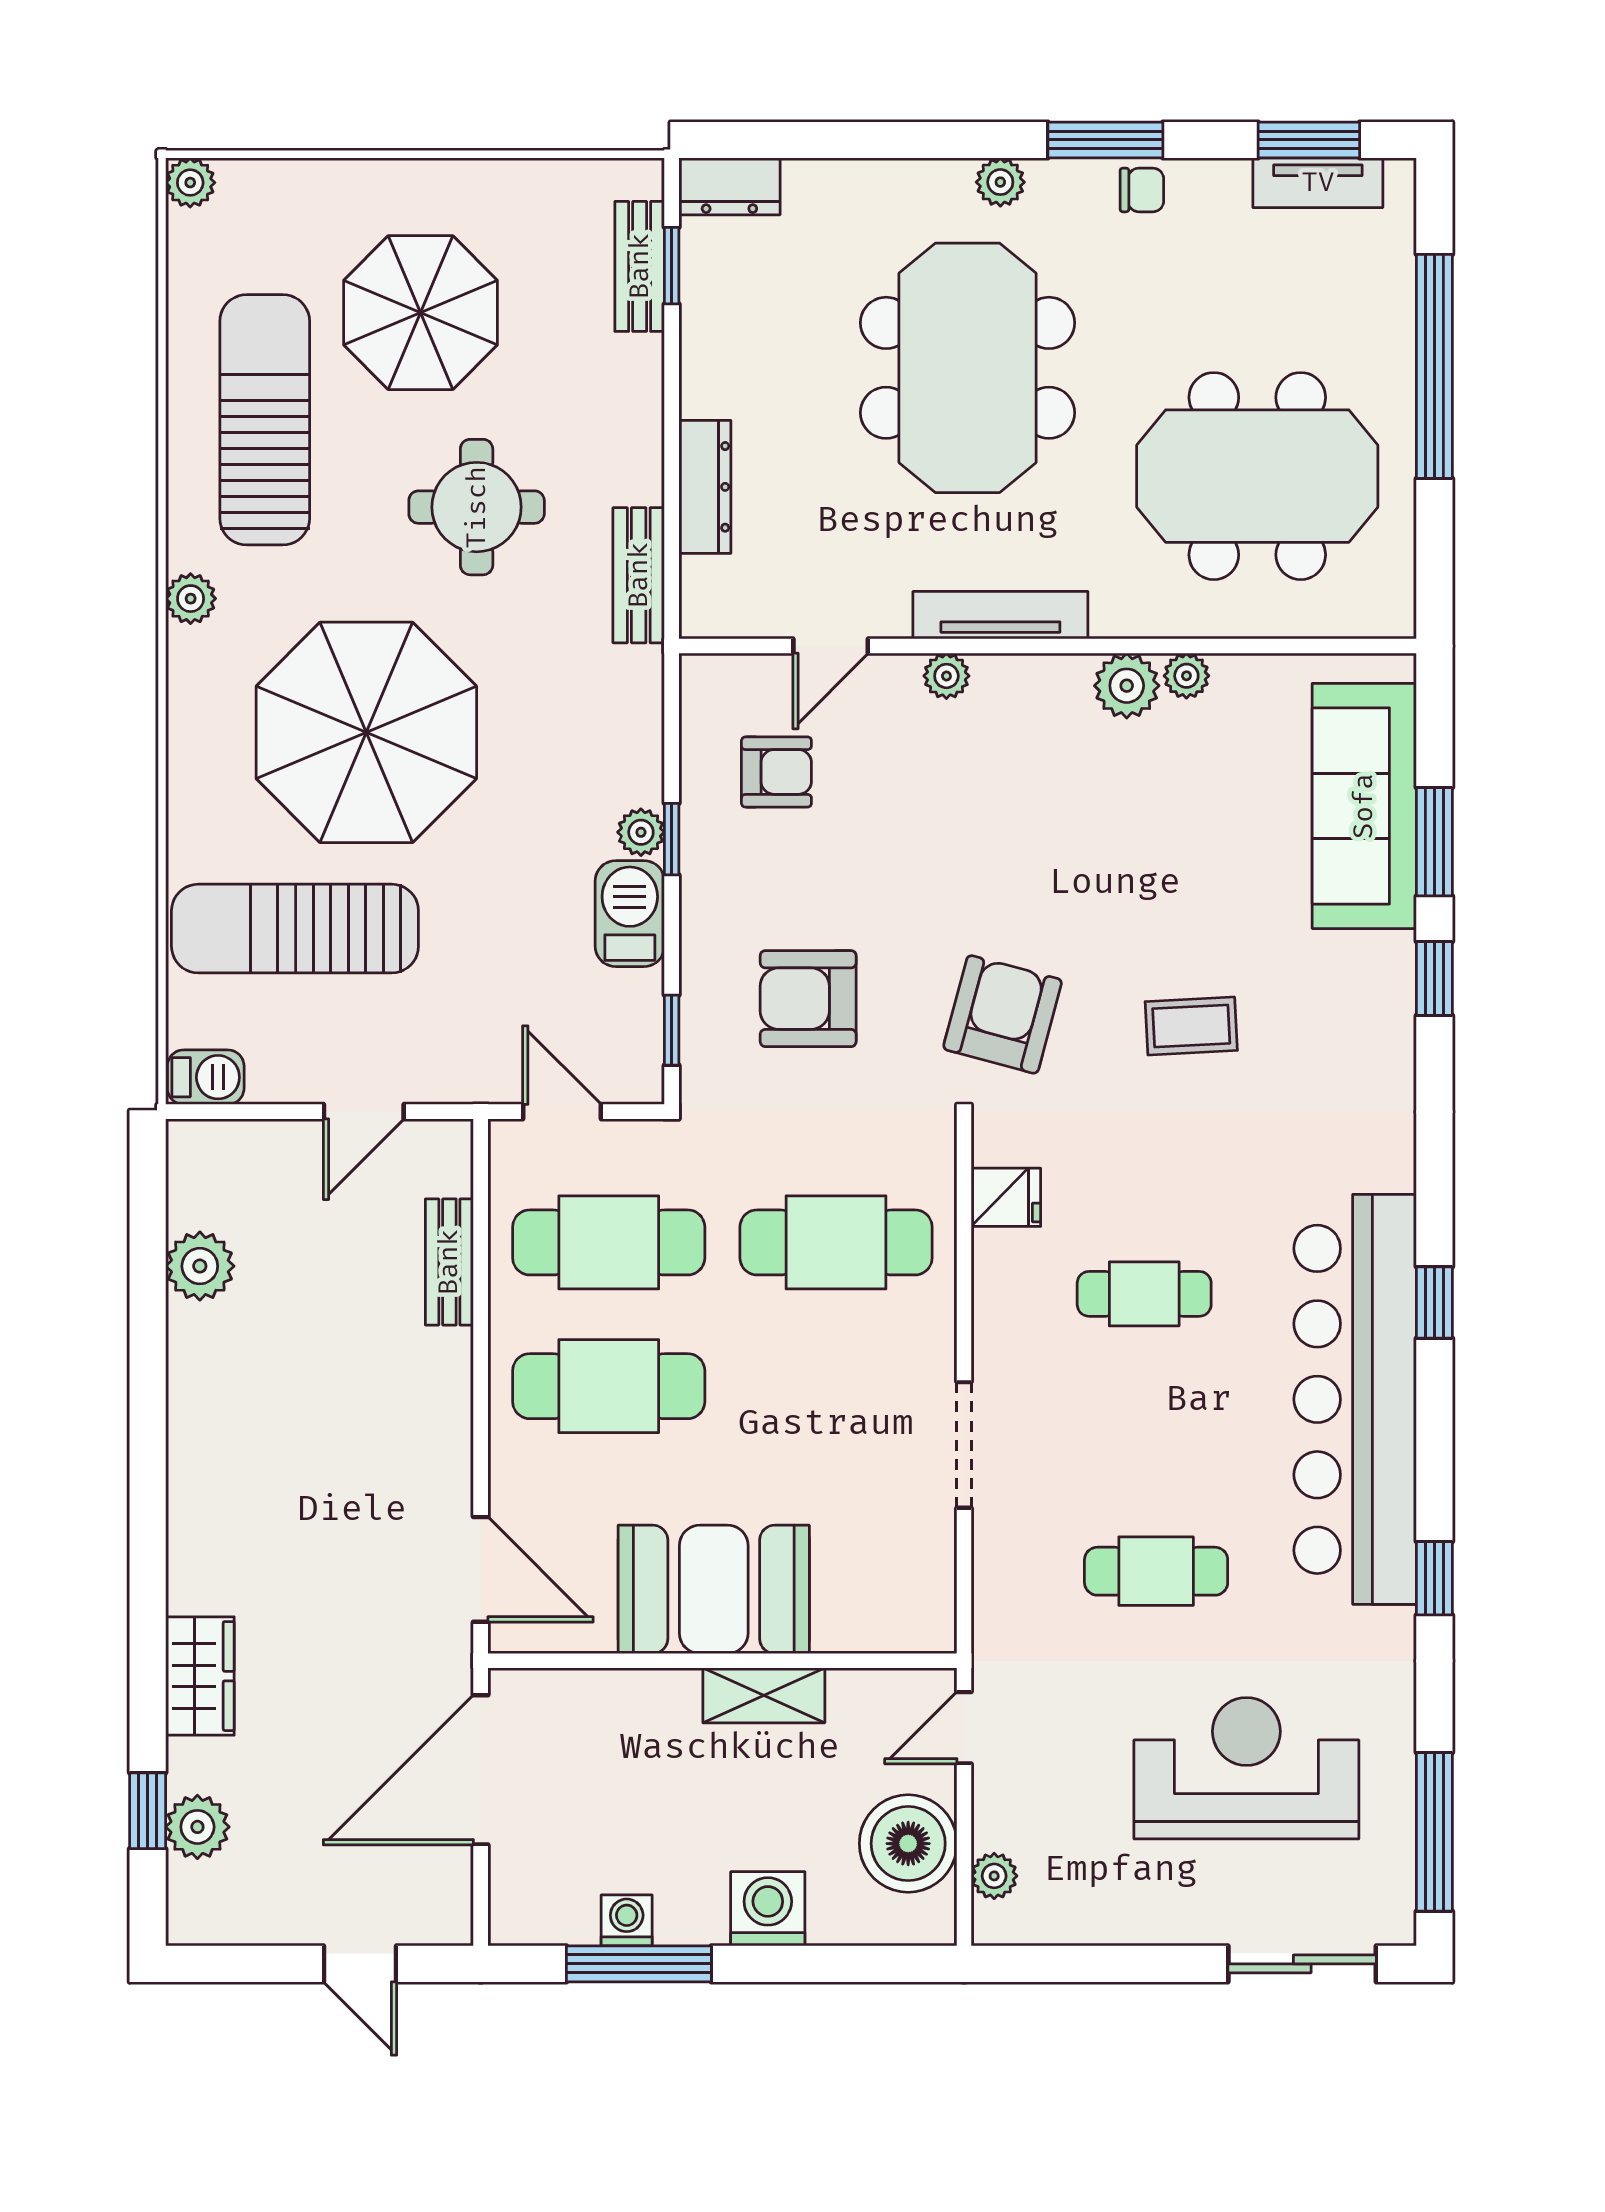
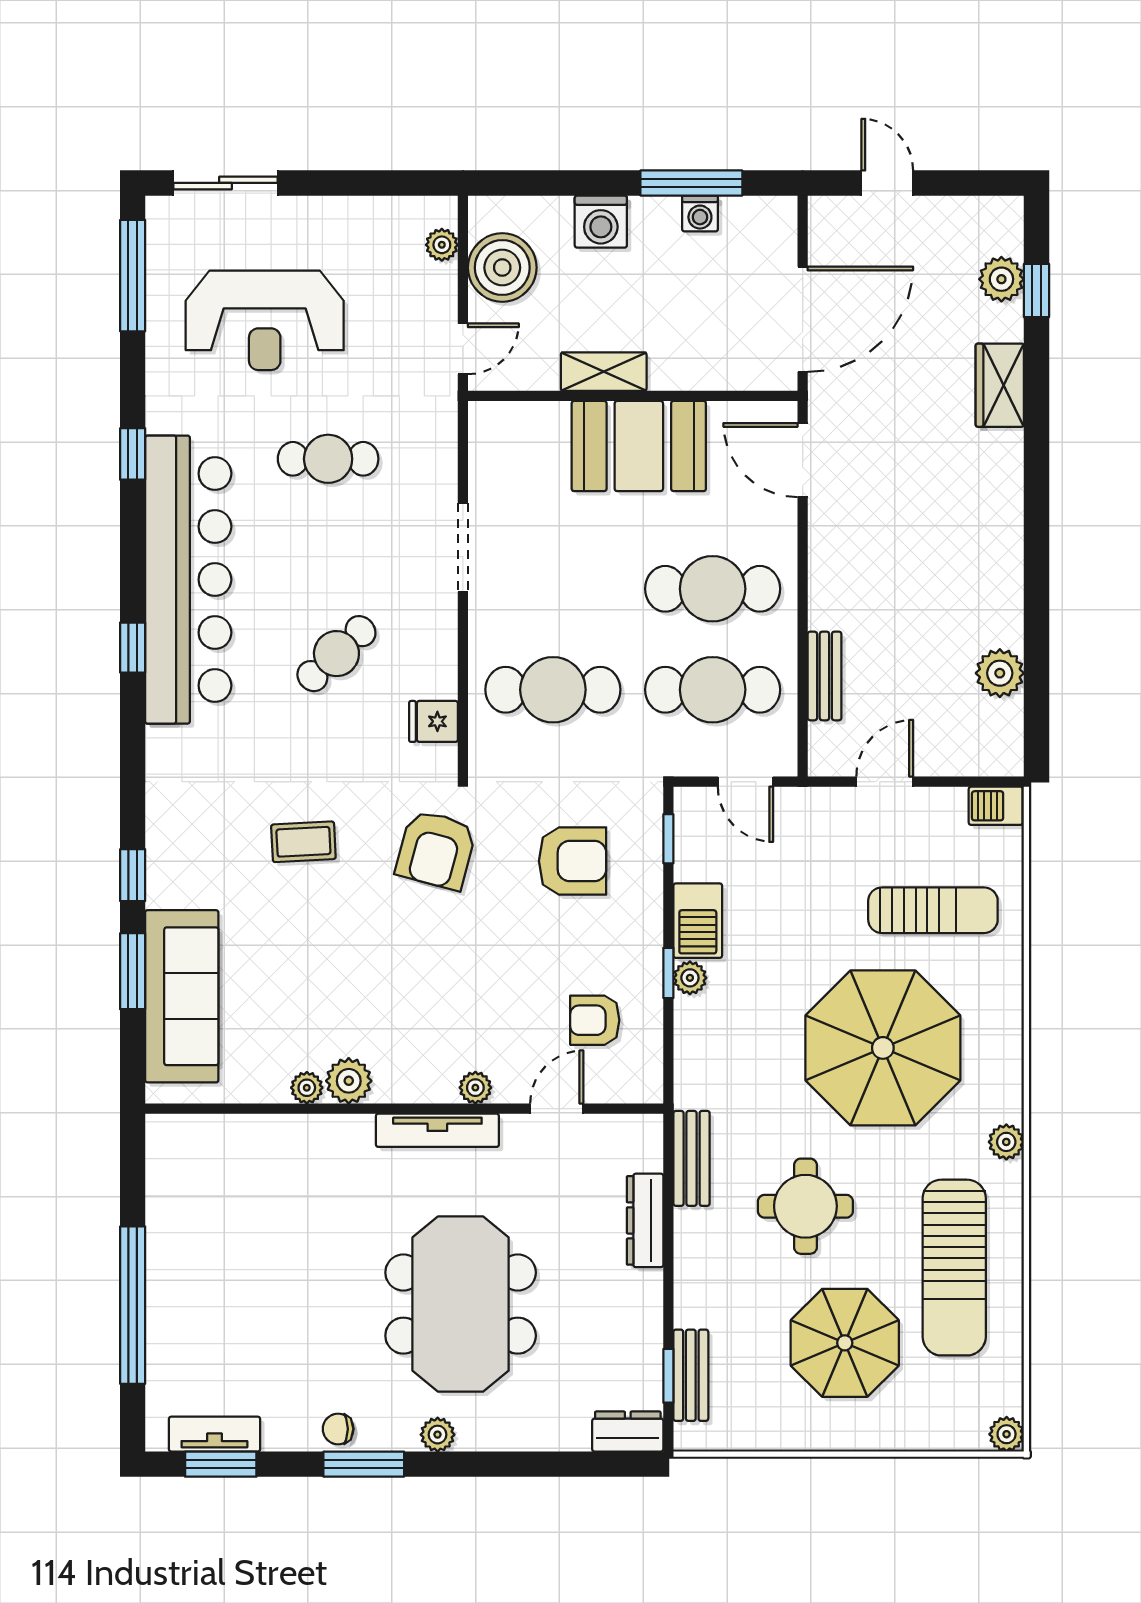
meeting table: (1257, 476) -> (257, 1228), removed
sun lounger: (295, 929) -> (933, 910), width x0.73, depth x0.75
cafe table: (1144, 1294) -> (336, 654), turned -43

